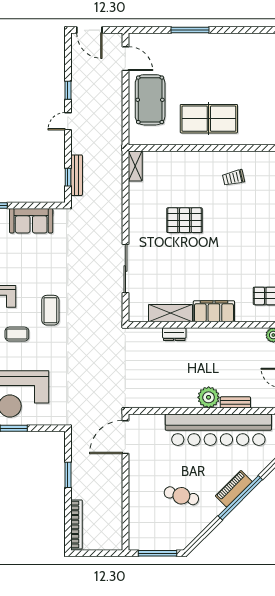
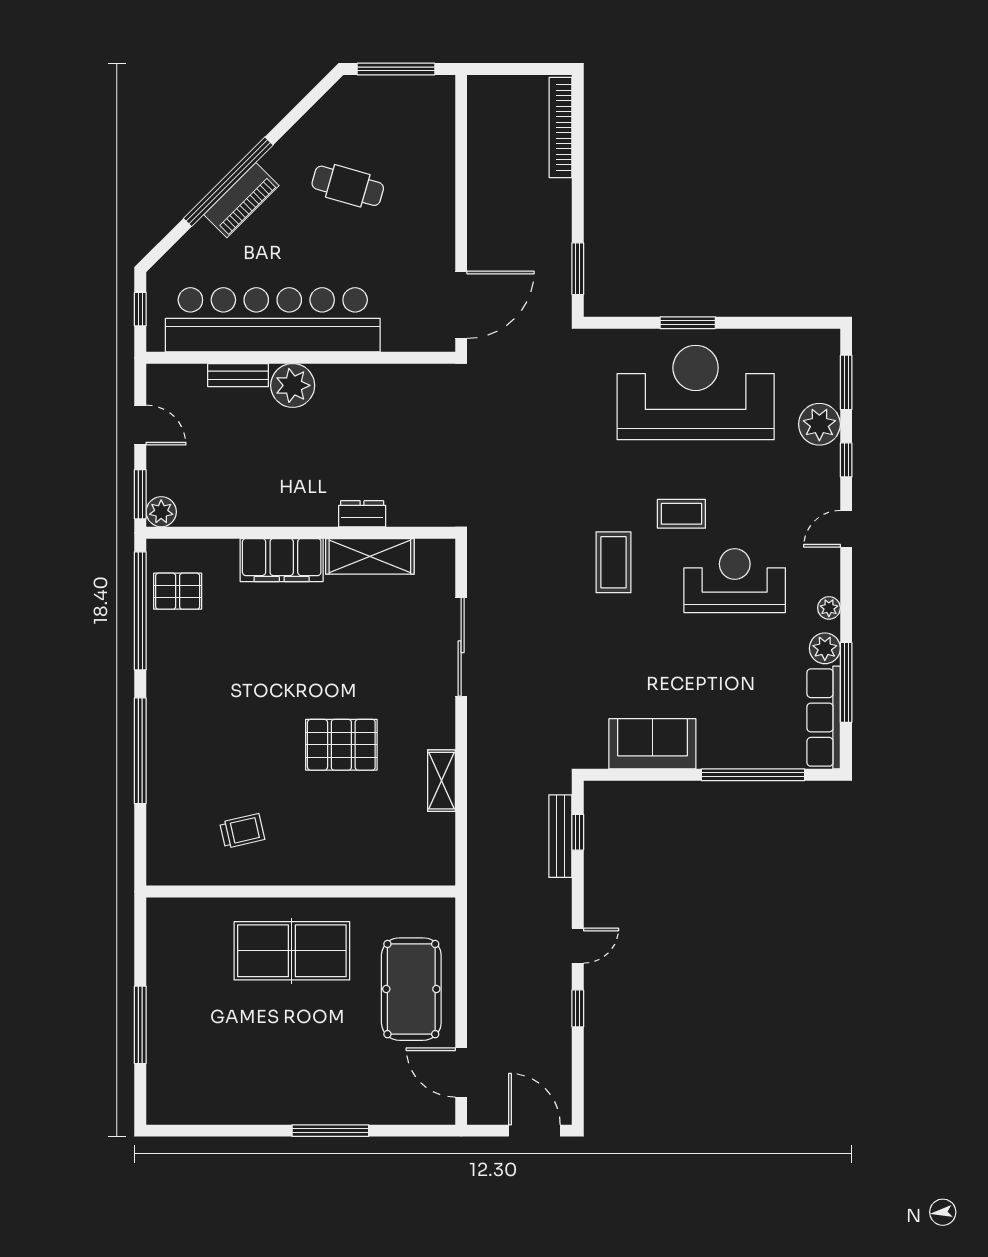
shelving: (135, 166) -> (441, 781), moved
window: (68, 475) -> (578, 269), moved

